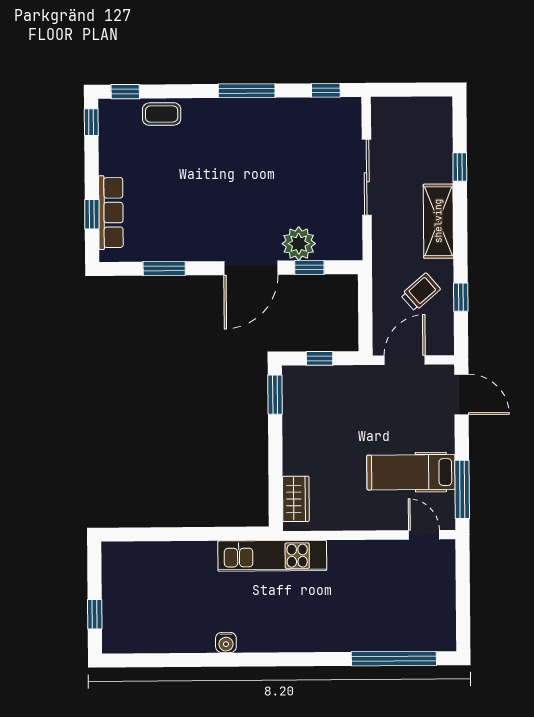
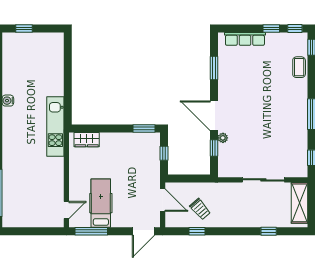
window: (92, 214) -> (271, 28), moved
shelving: (438, 221) -> (299, 203), moved, turned 90
plant: (299, 244) -> (223, 138), width x0.53, depth x0.53

